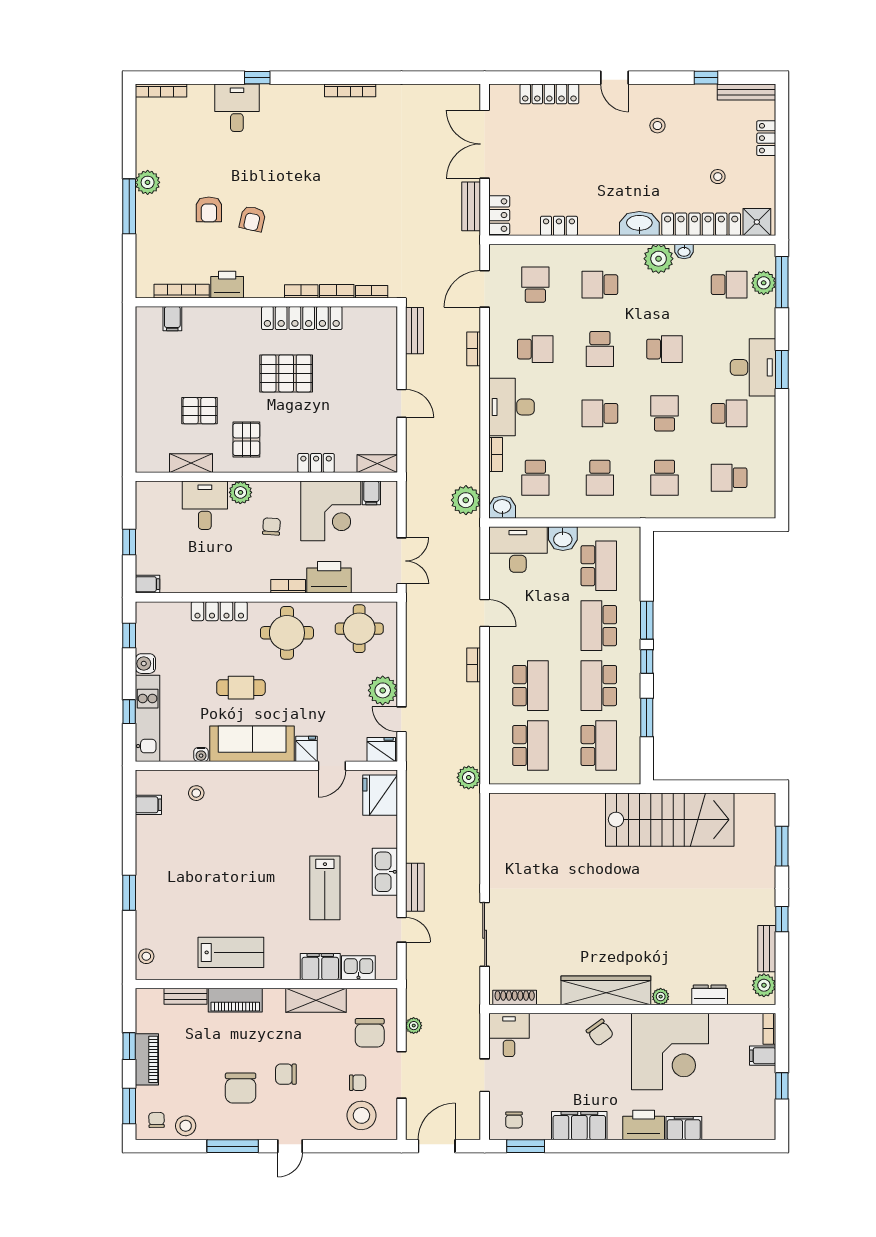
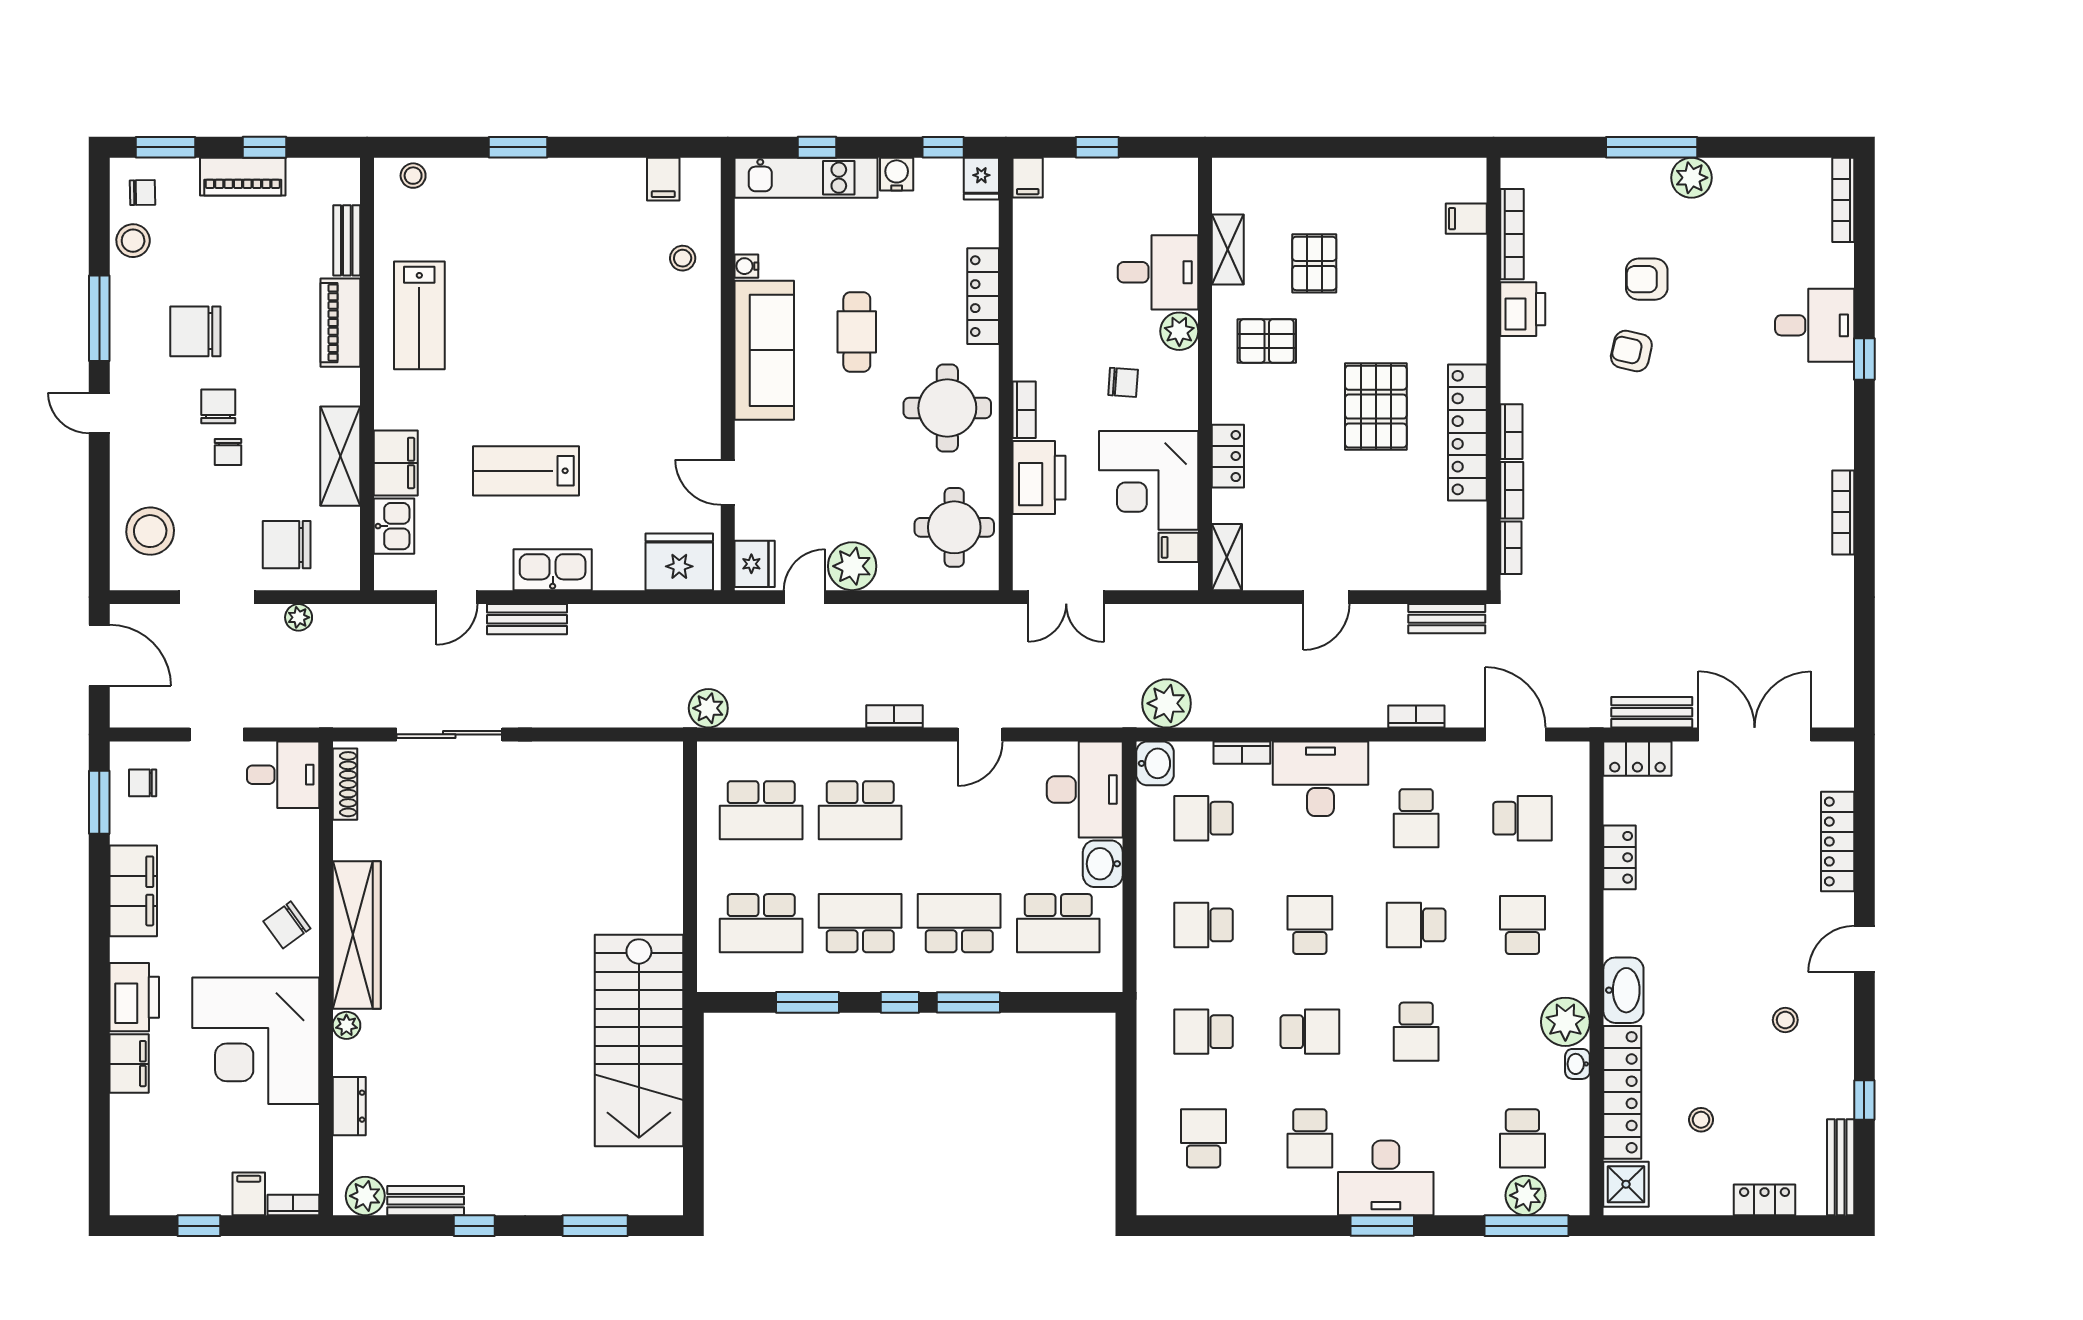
fridge: (306, 749) -> (981, 179), moved, turned 90
chair: (358, 1083) -> (228, 452), moved

